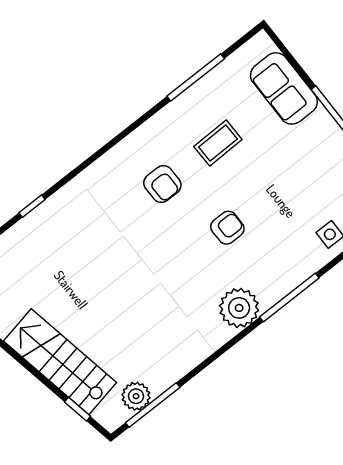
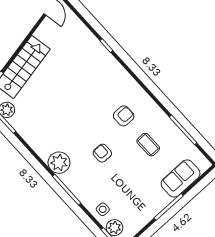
armchair: (162, 184) -> (124, 116), turned 180
armchair: (227, 228) -> (102, 153), turned 180

